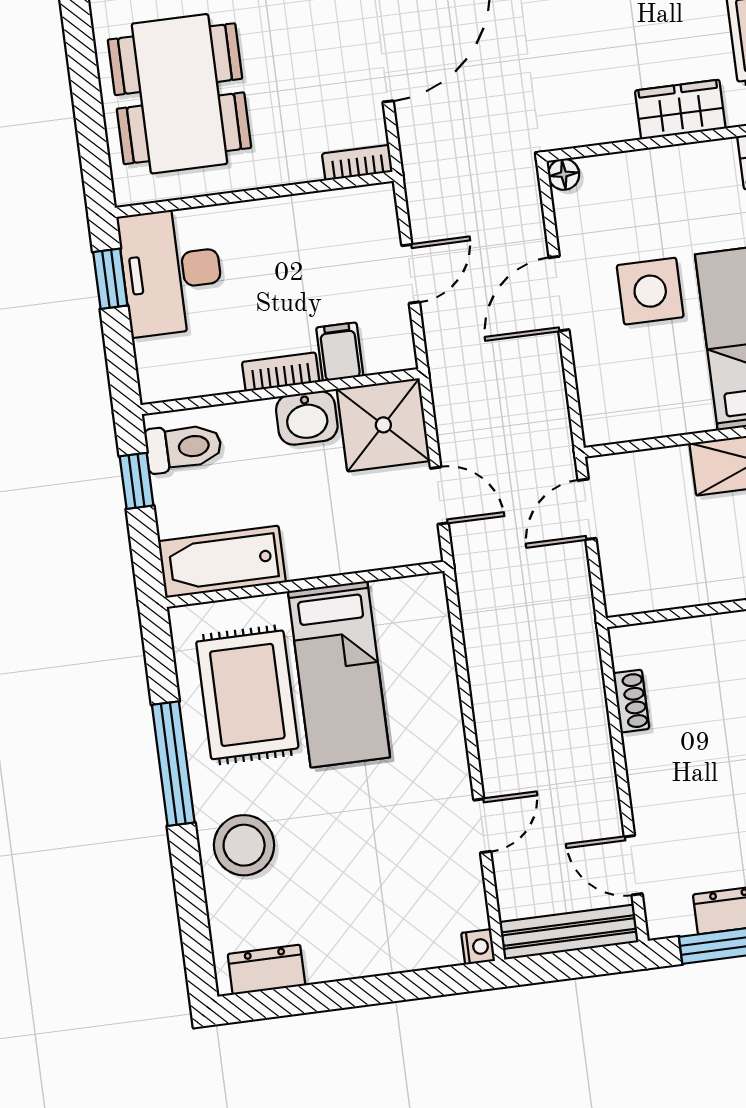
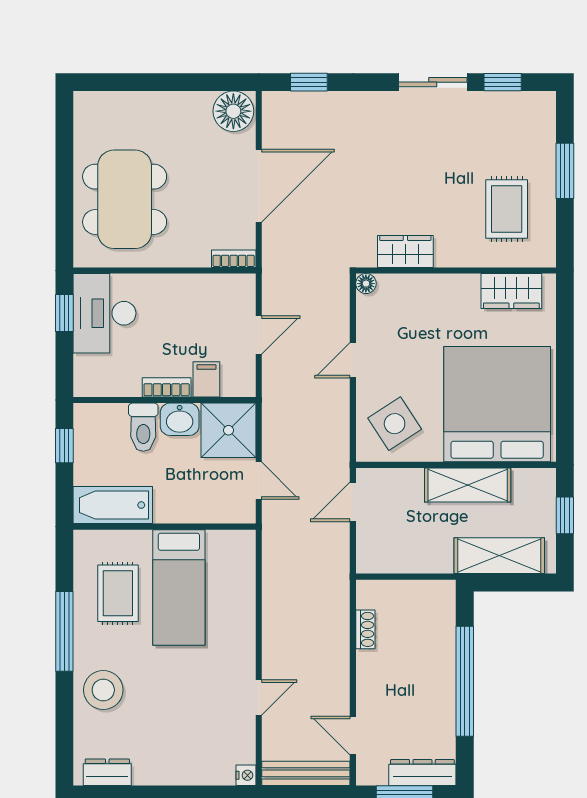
wardrobe: (680, 109) -> (405, 251), moved
side table: (650, 291) -> (395, 424), moved, turned -33
door: (559, 294) -> (353, 360), width x0.73
toilet: (183, 447) -> (143, 427), moved, turned 90
rug: (247, 695) -> (118, 593), width x0.73, depth x0.70

